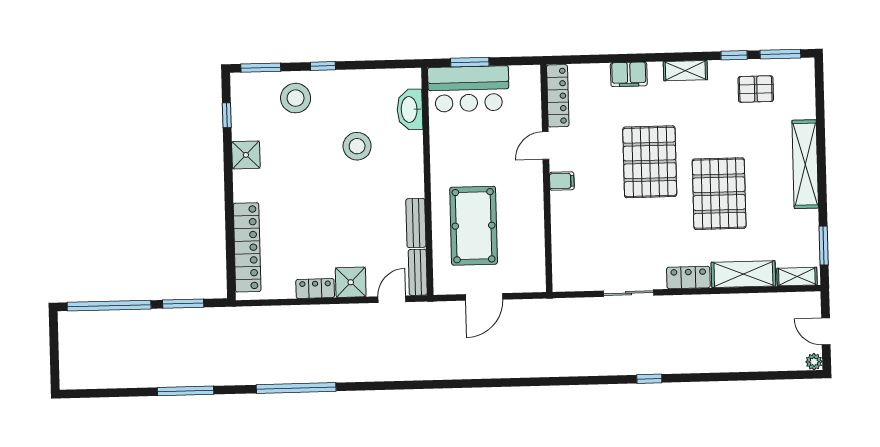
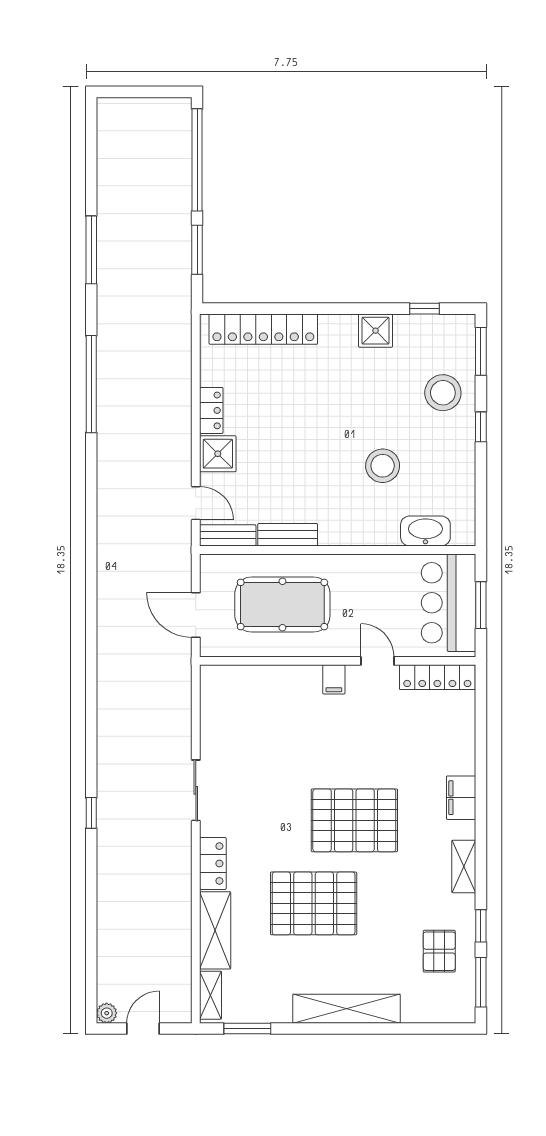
locker: (558, 96) -> (437, 677), moved
door: (546, 146) -> (377, 661), moved
wall: (546, 178) -> (338, 661), moved
filing cabinet: (562, 181) -> (334, 679), moved

